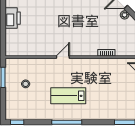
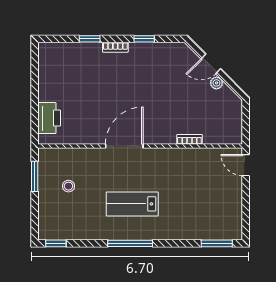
printer: (13, 18) -> (49, 118), moved
door: (63, 57) -> (124, 146), width x1.87

